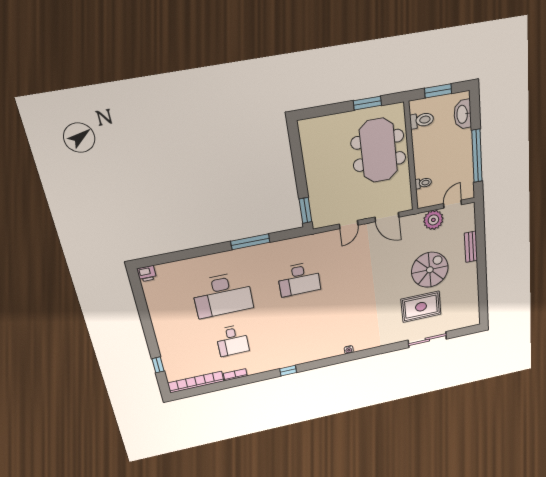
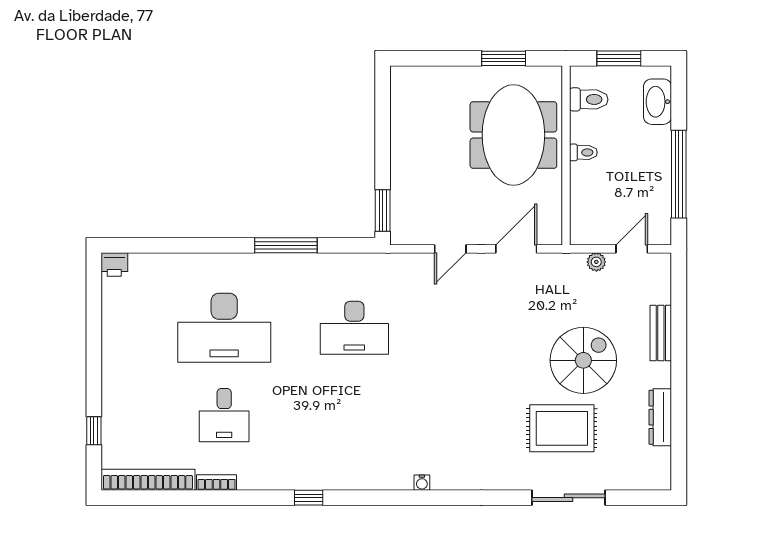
toilet: (423, 183) -> (583, 152), moved
door: (387, 217) -> (516, 249), swing flipped
plant: (433, 220) -> (596, 262), width x0.53, depth x0.53
dresser: (473, 290) -> (660, 417), added

